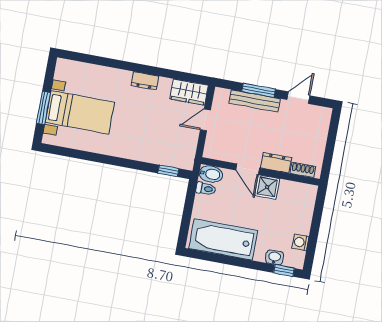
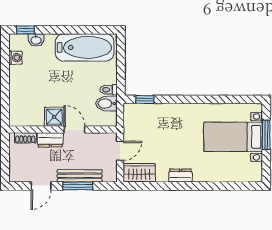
dresser: (276, 163) -> (50, 140), moved
door: (248, 169) -> (74, 130), moved
shoe rack: (303, 170) -> (25, 138), moved
wall: (260, 171) -> (63, 130), moved
shower: (267, 187) -> (54, 117), moved

